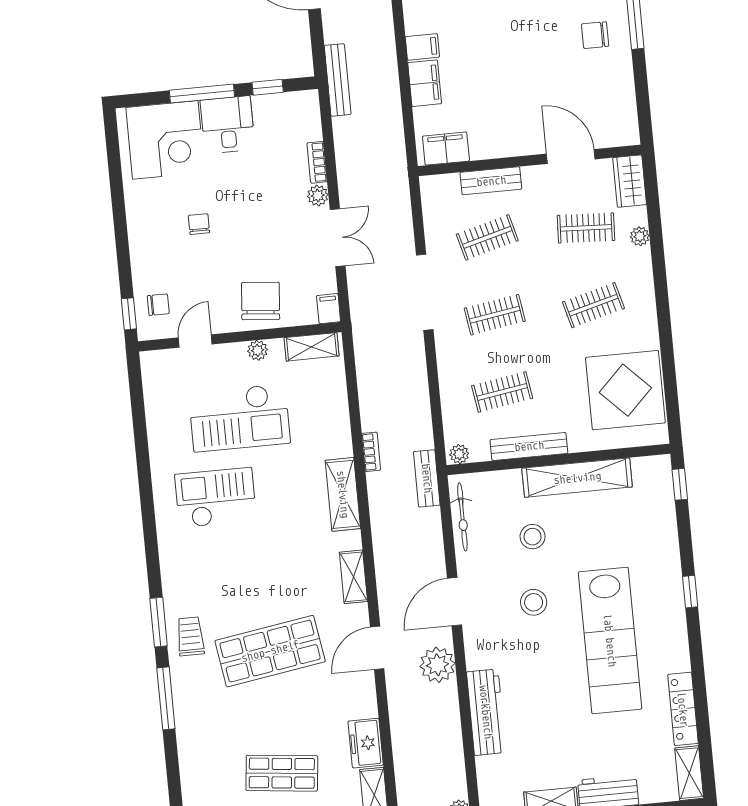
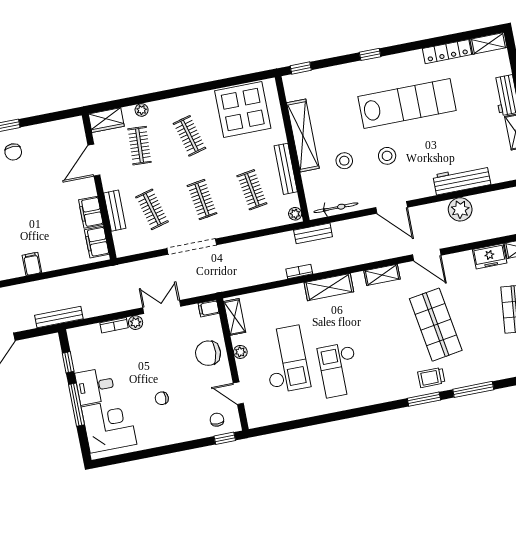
filing cabinet: (425, 83) -> (91, 212), moved, turned -90
plant: (437, 665) -> (460, 209), moved

